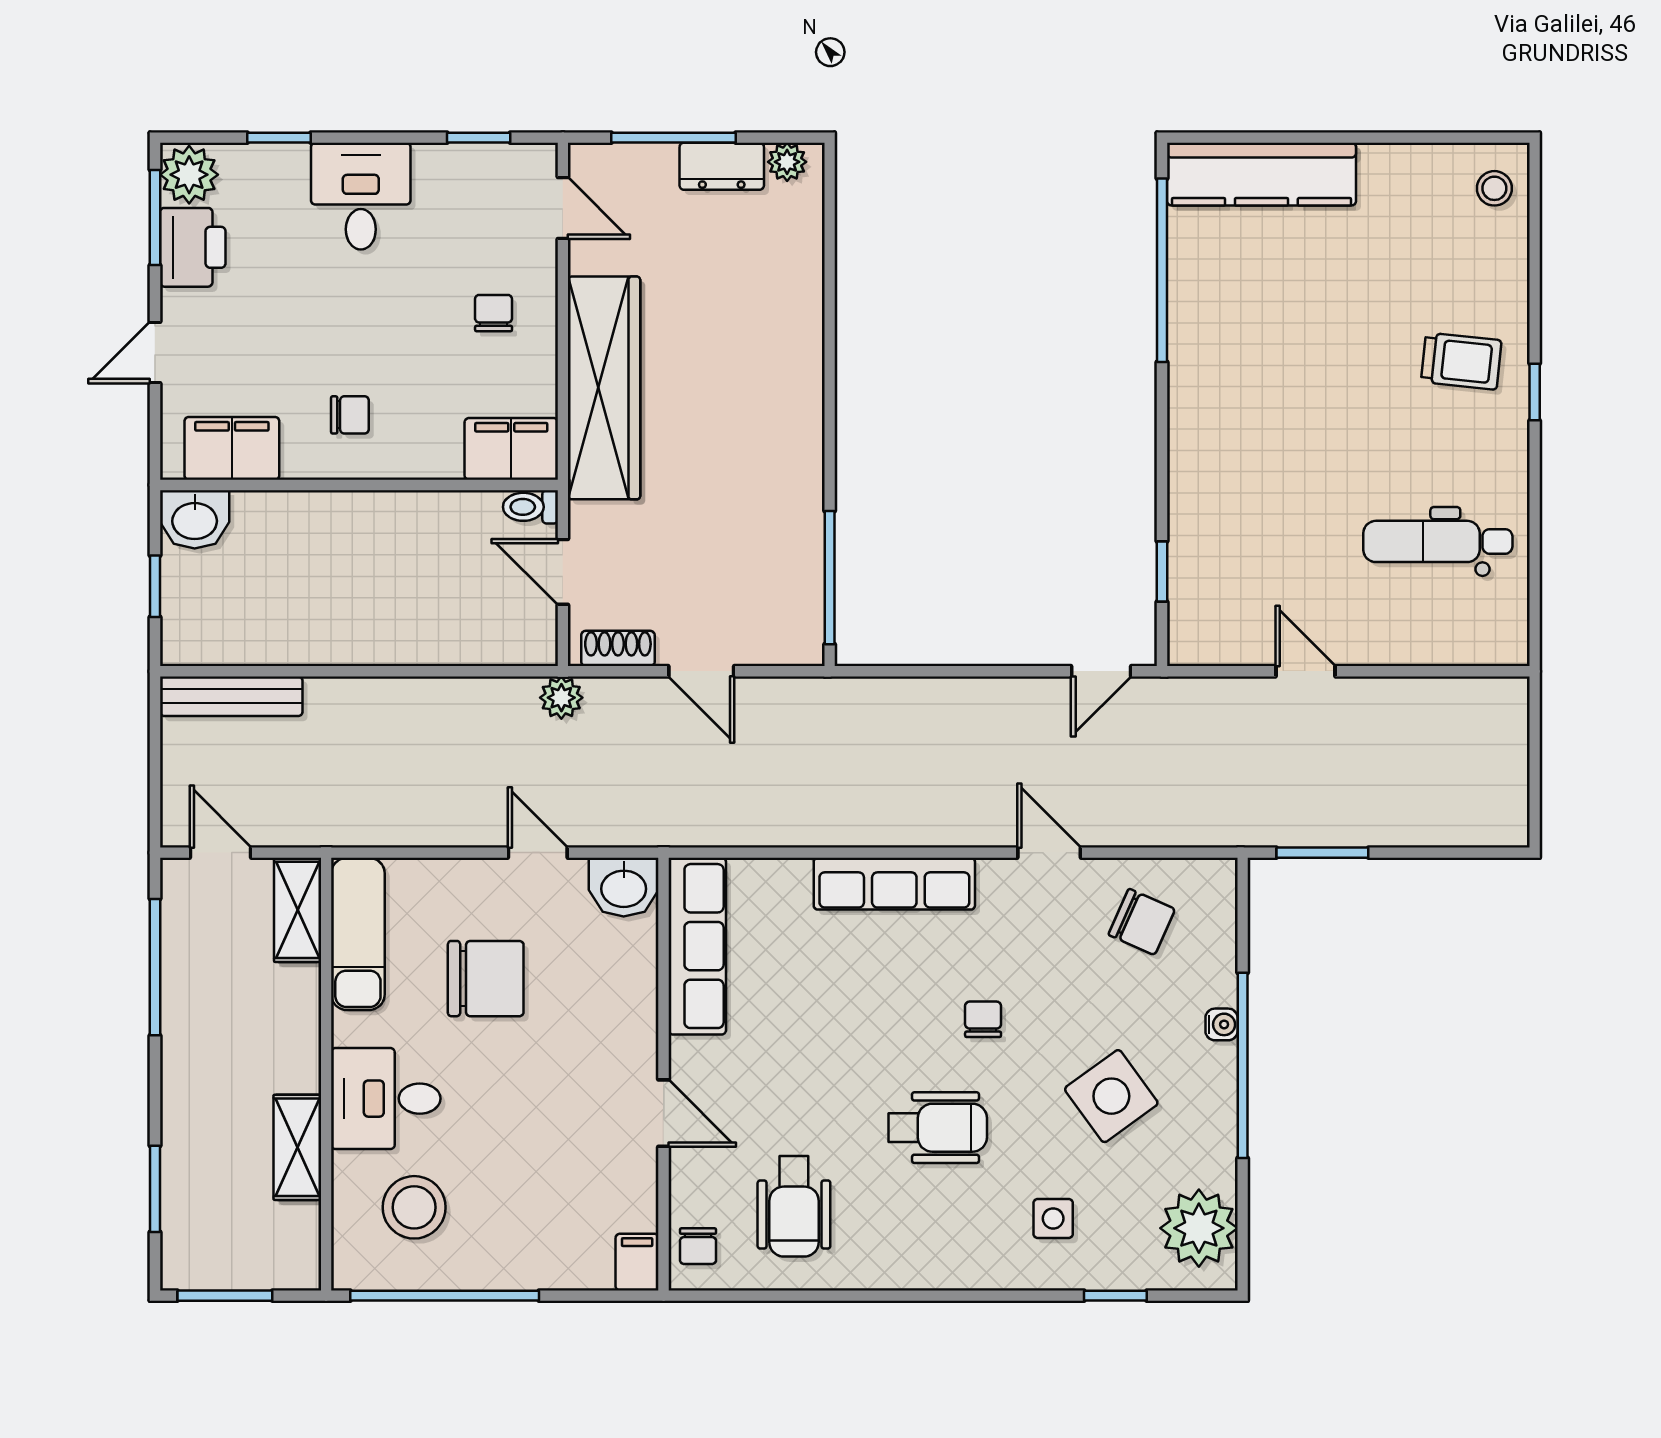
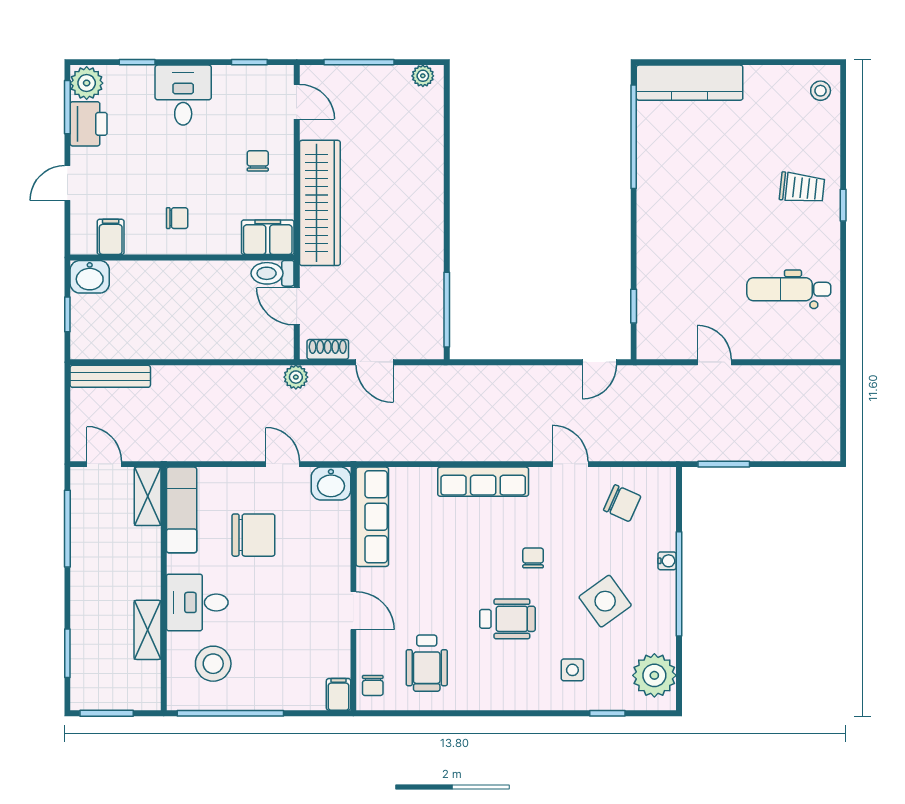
dresser: (722, 166) -> (386, 78), removed
filing cabinet: (232, 448) -> (111, 237), width x0.50
toilet: (530, 507) -> (273, 273), width x1.37, depth x1.39

